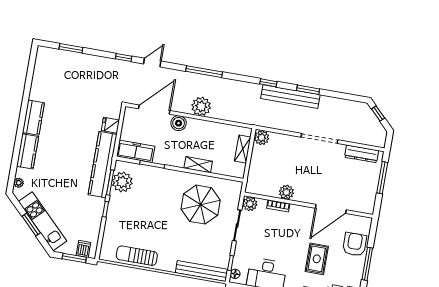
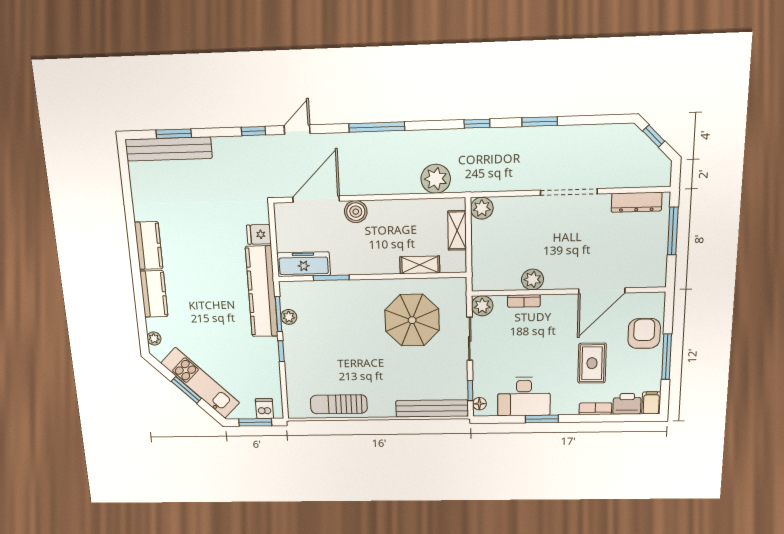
bench: (290, 97) -> (169, 149), moved
plant: (201, 106) -> (436, 179), moved
shelving: (198, 165) -> (420, 265), moved
plant: (122, 182) -> (289, 317), width x0.53, depth x0.53

